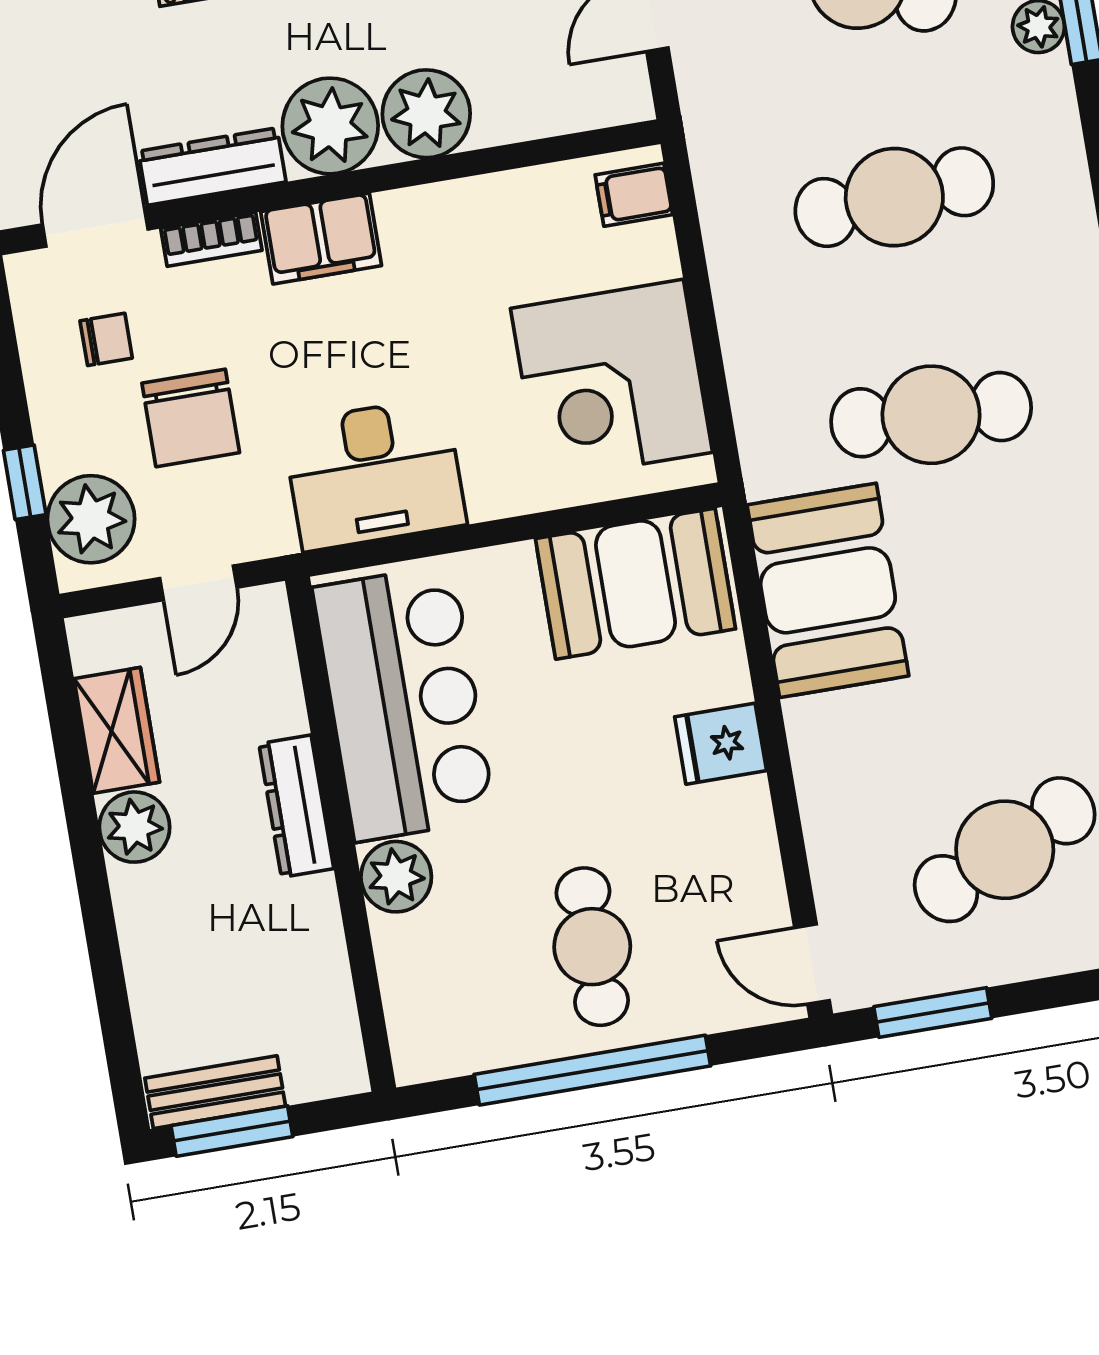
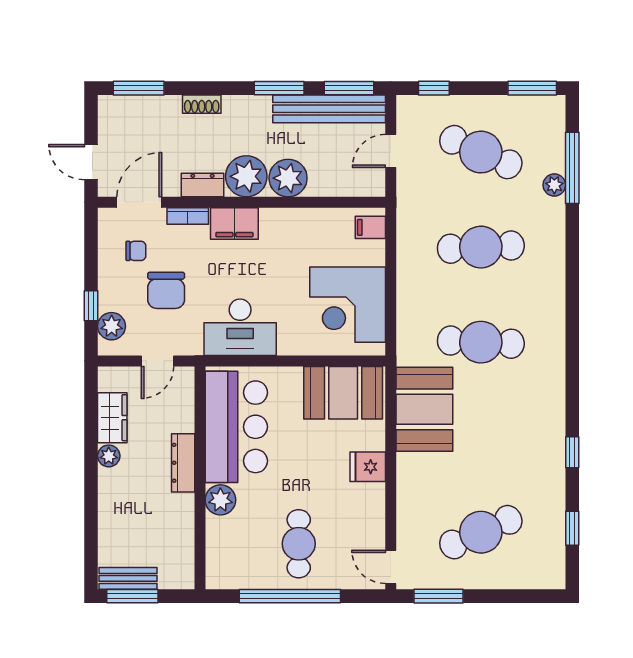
dresser: (212, 167) -> (203, 185), width x0.70
plant: (91, 519) -> (112, 326), width x0.73, depth x0.73
plant: (135, 827) -> (109, 456), width x0.73, depth x0.73

